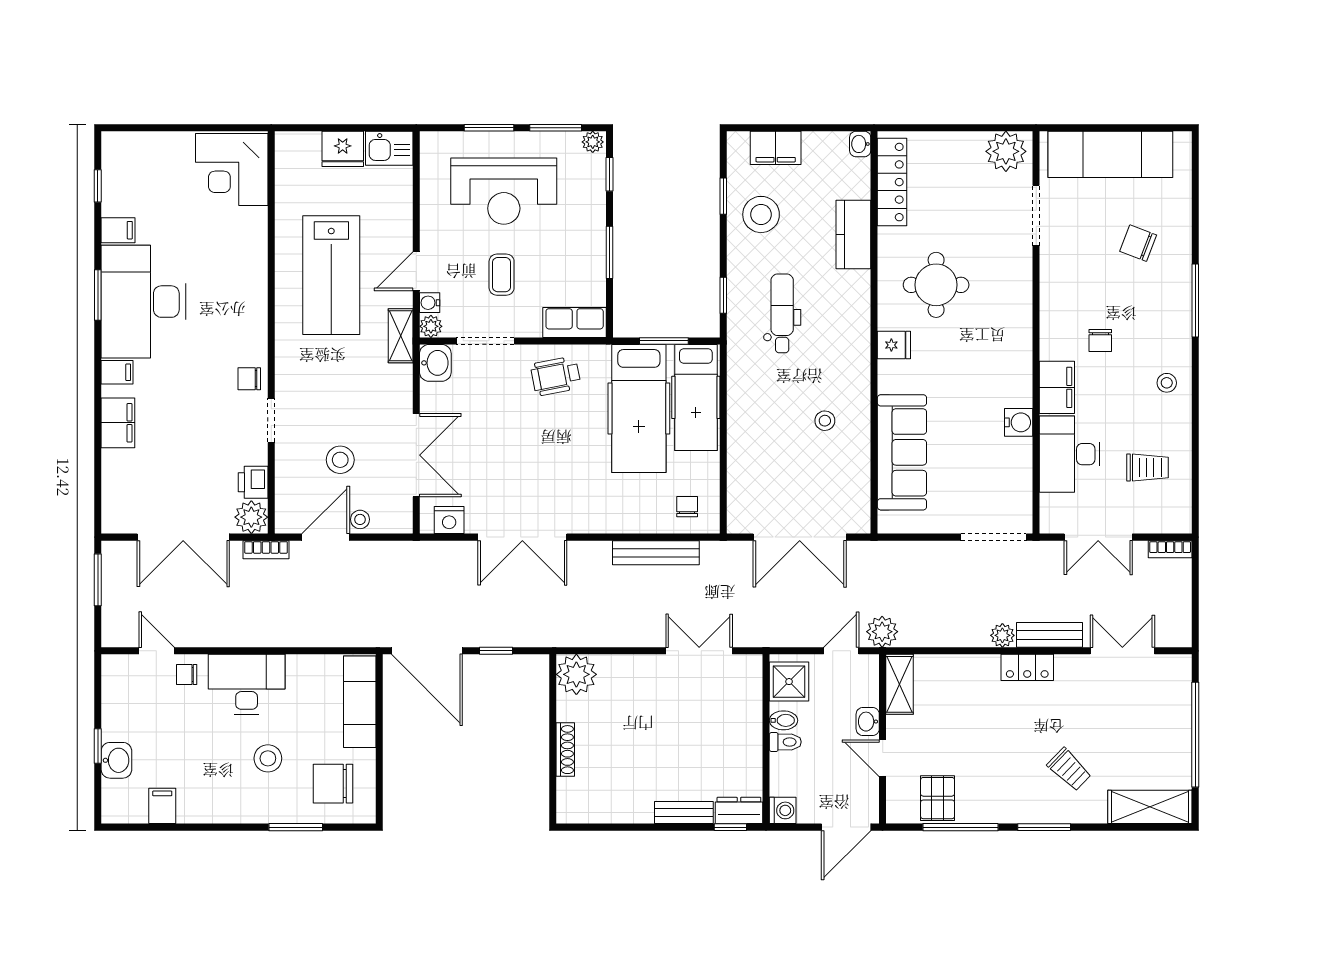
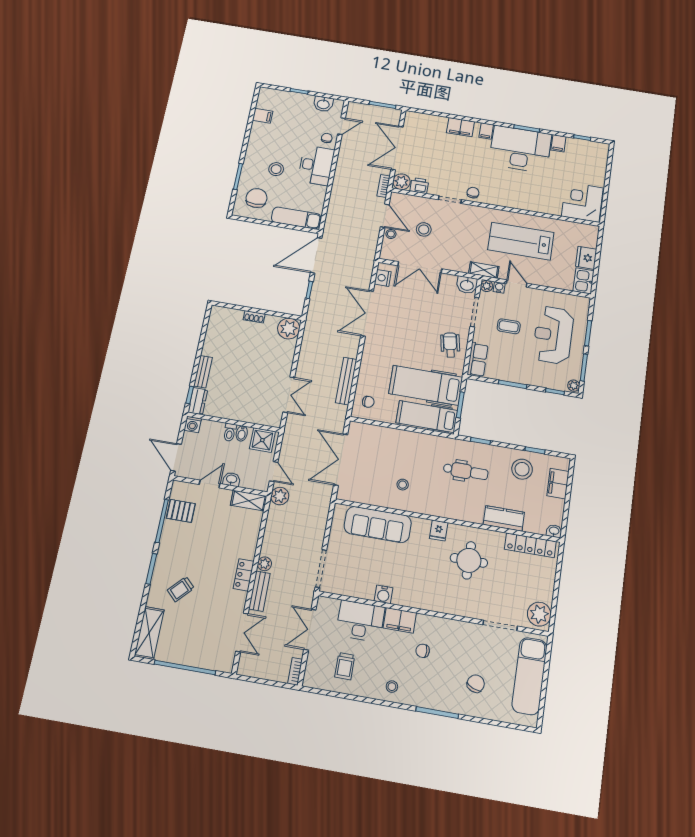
shoe rack: (565, 750) -> (254, 317), width x0.70
washbasin: (116, 760) -> (323, 104), moved

